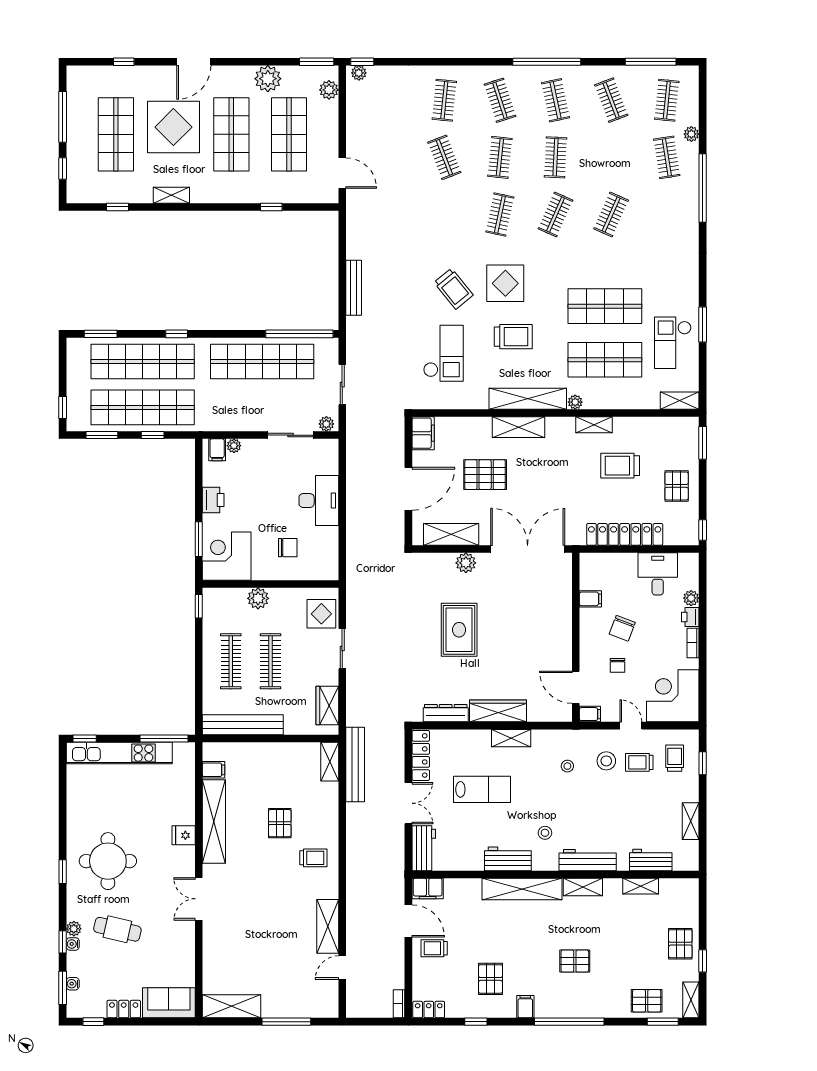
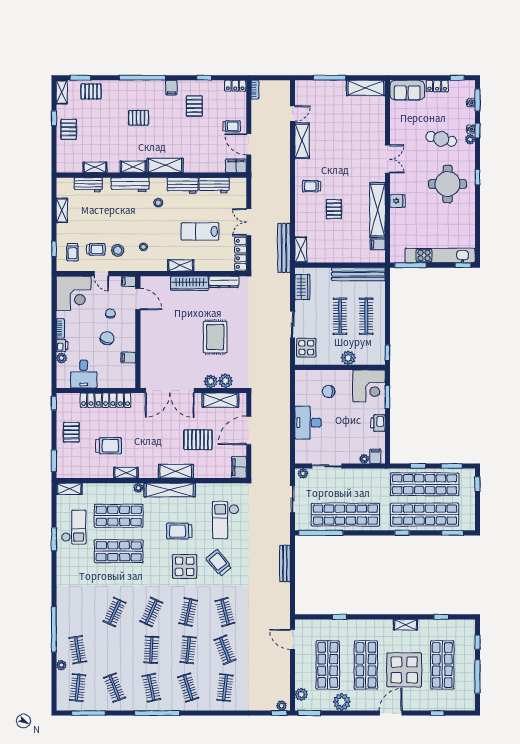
clothes rail: (444, 214) -> (225, 612), added
plant: (443, 564) -> (225, 381), added
workbench: (424, 848) -> (214, 185), moved, turned -90
shelving: (522, 889) -> (165, 165), width x0.68

